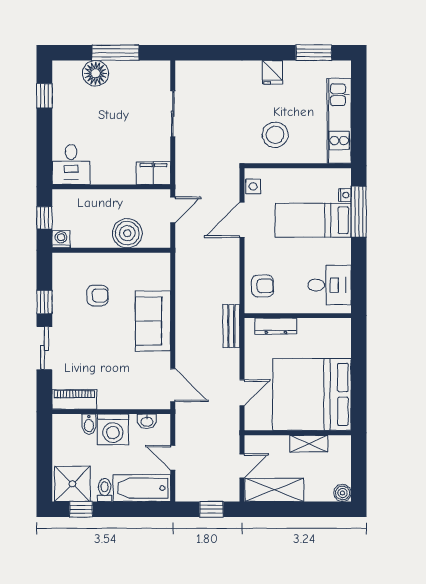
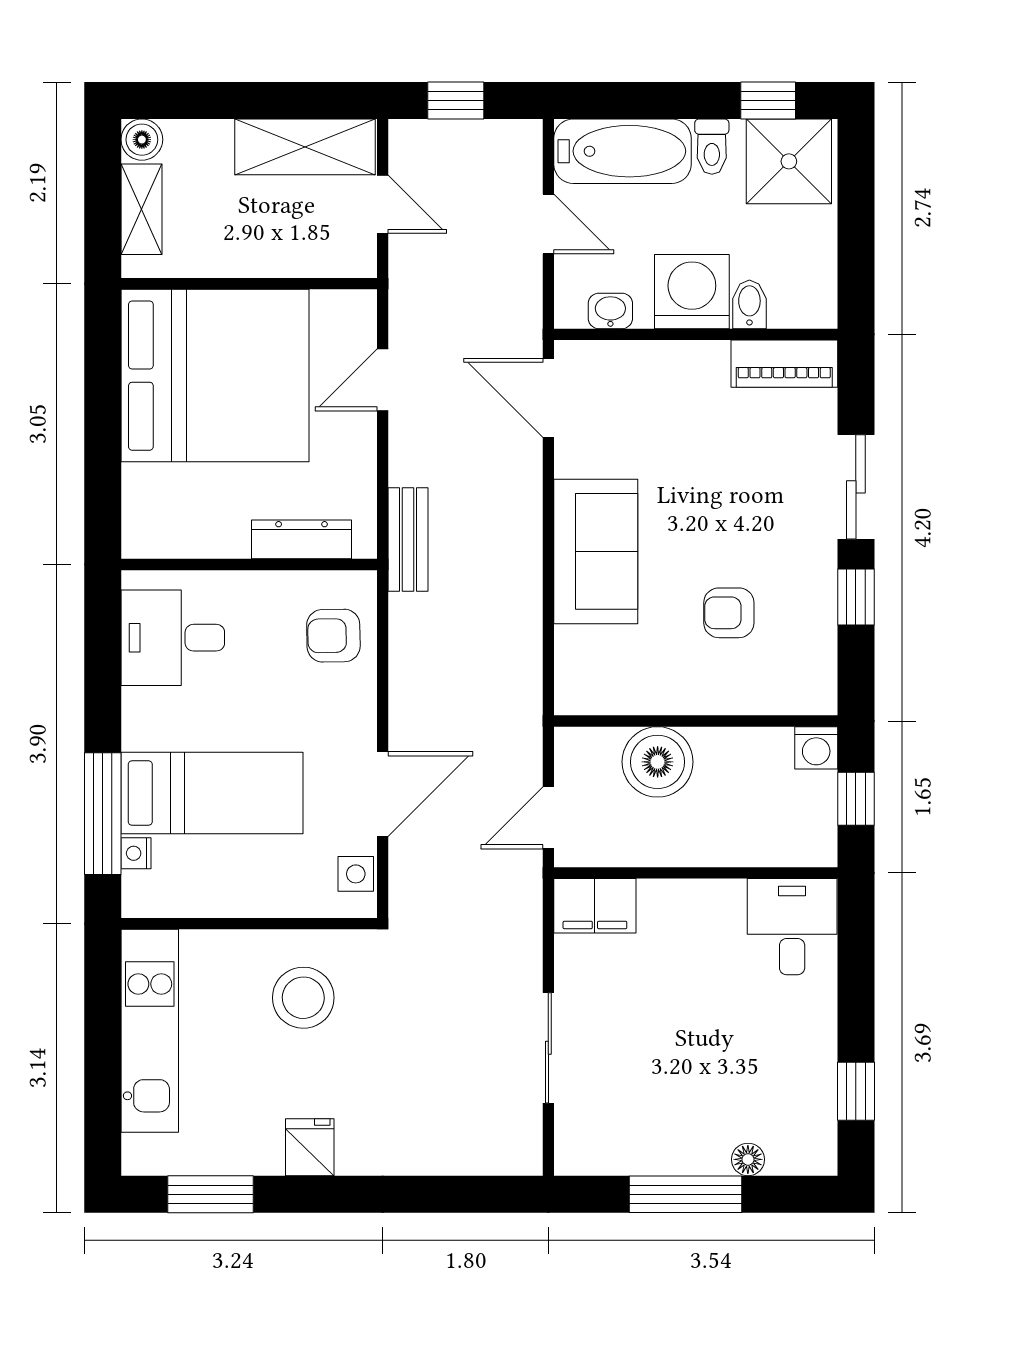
floor lamp: (96, 73) -> (748, 1159), width x0.53, depth x0.53
shelving: (309, 444) -> (142, 209), moved, turned 90
door: (242, 466) -> (383, 204), swing flipped

